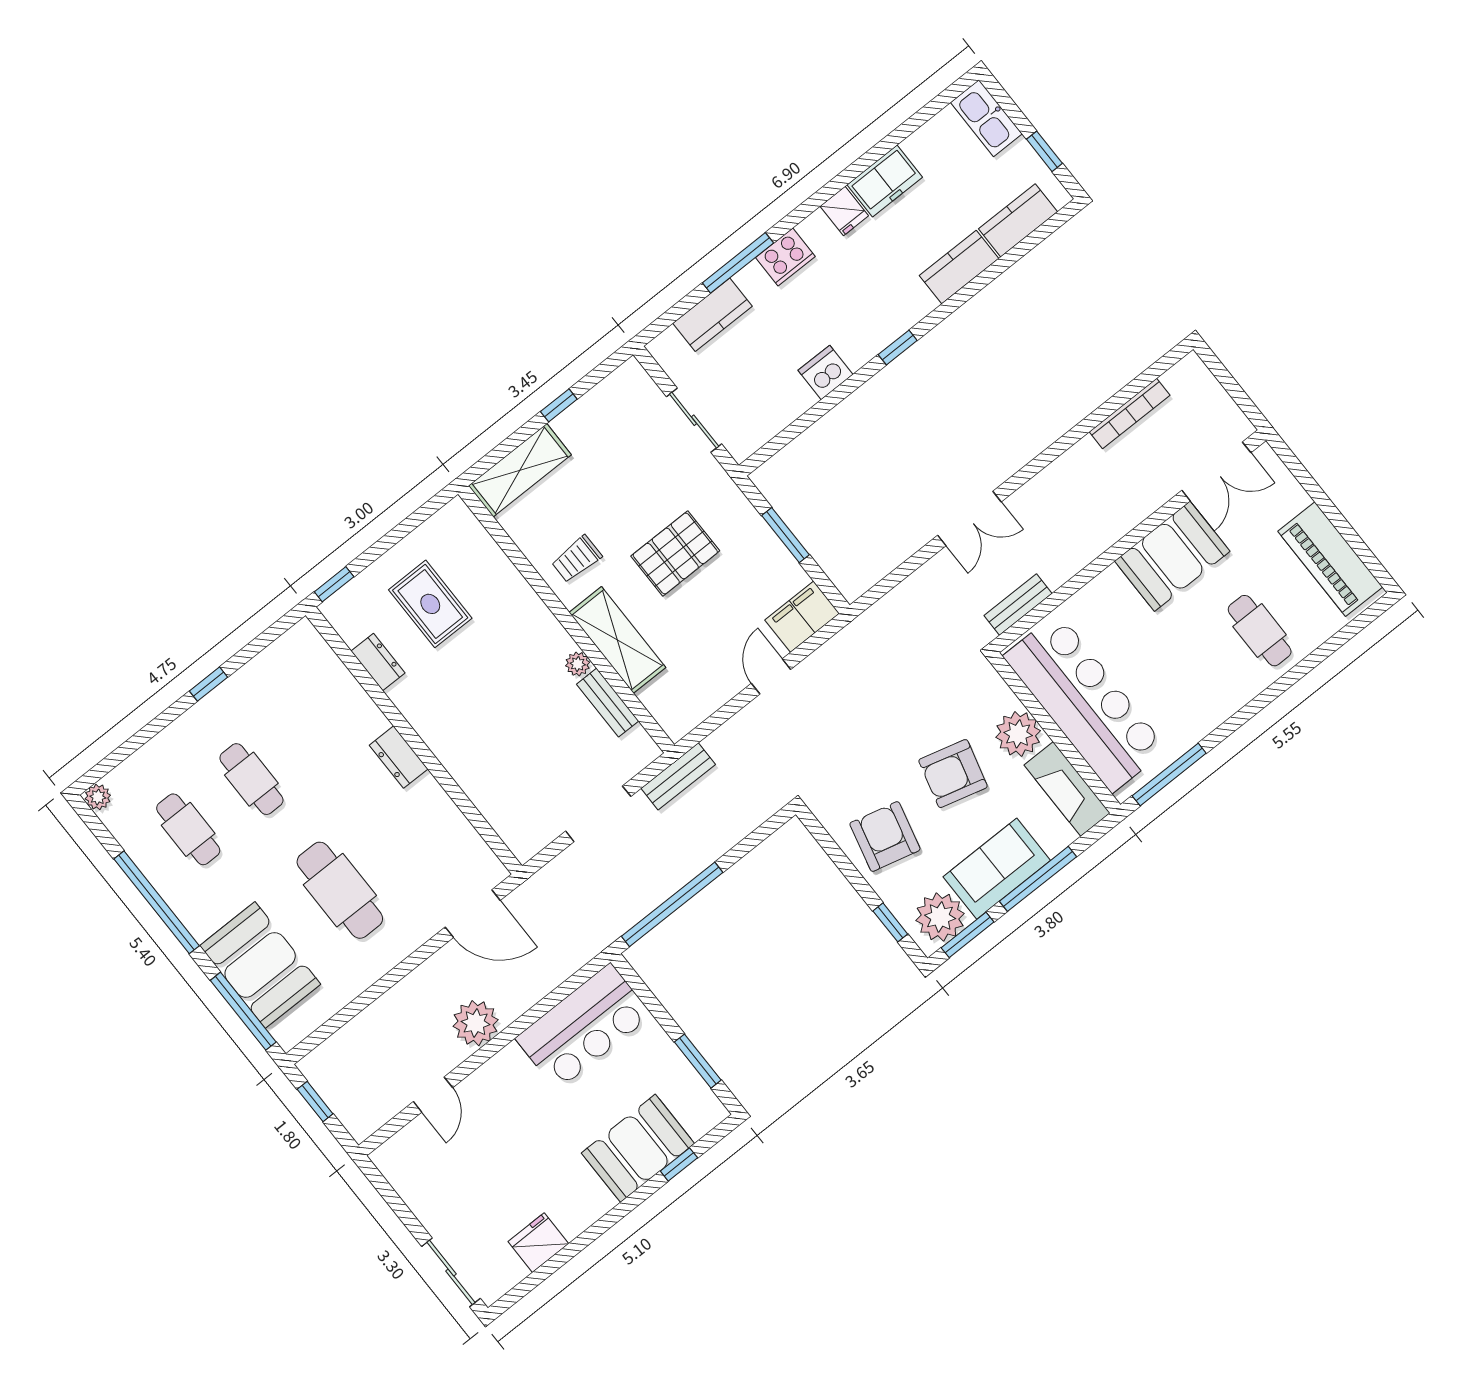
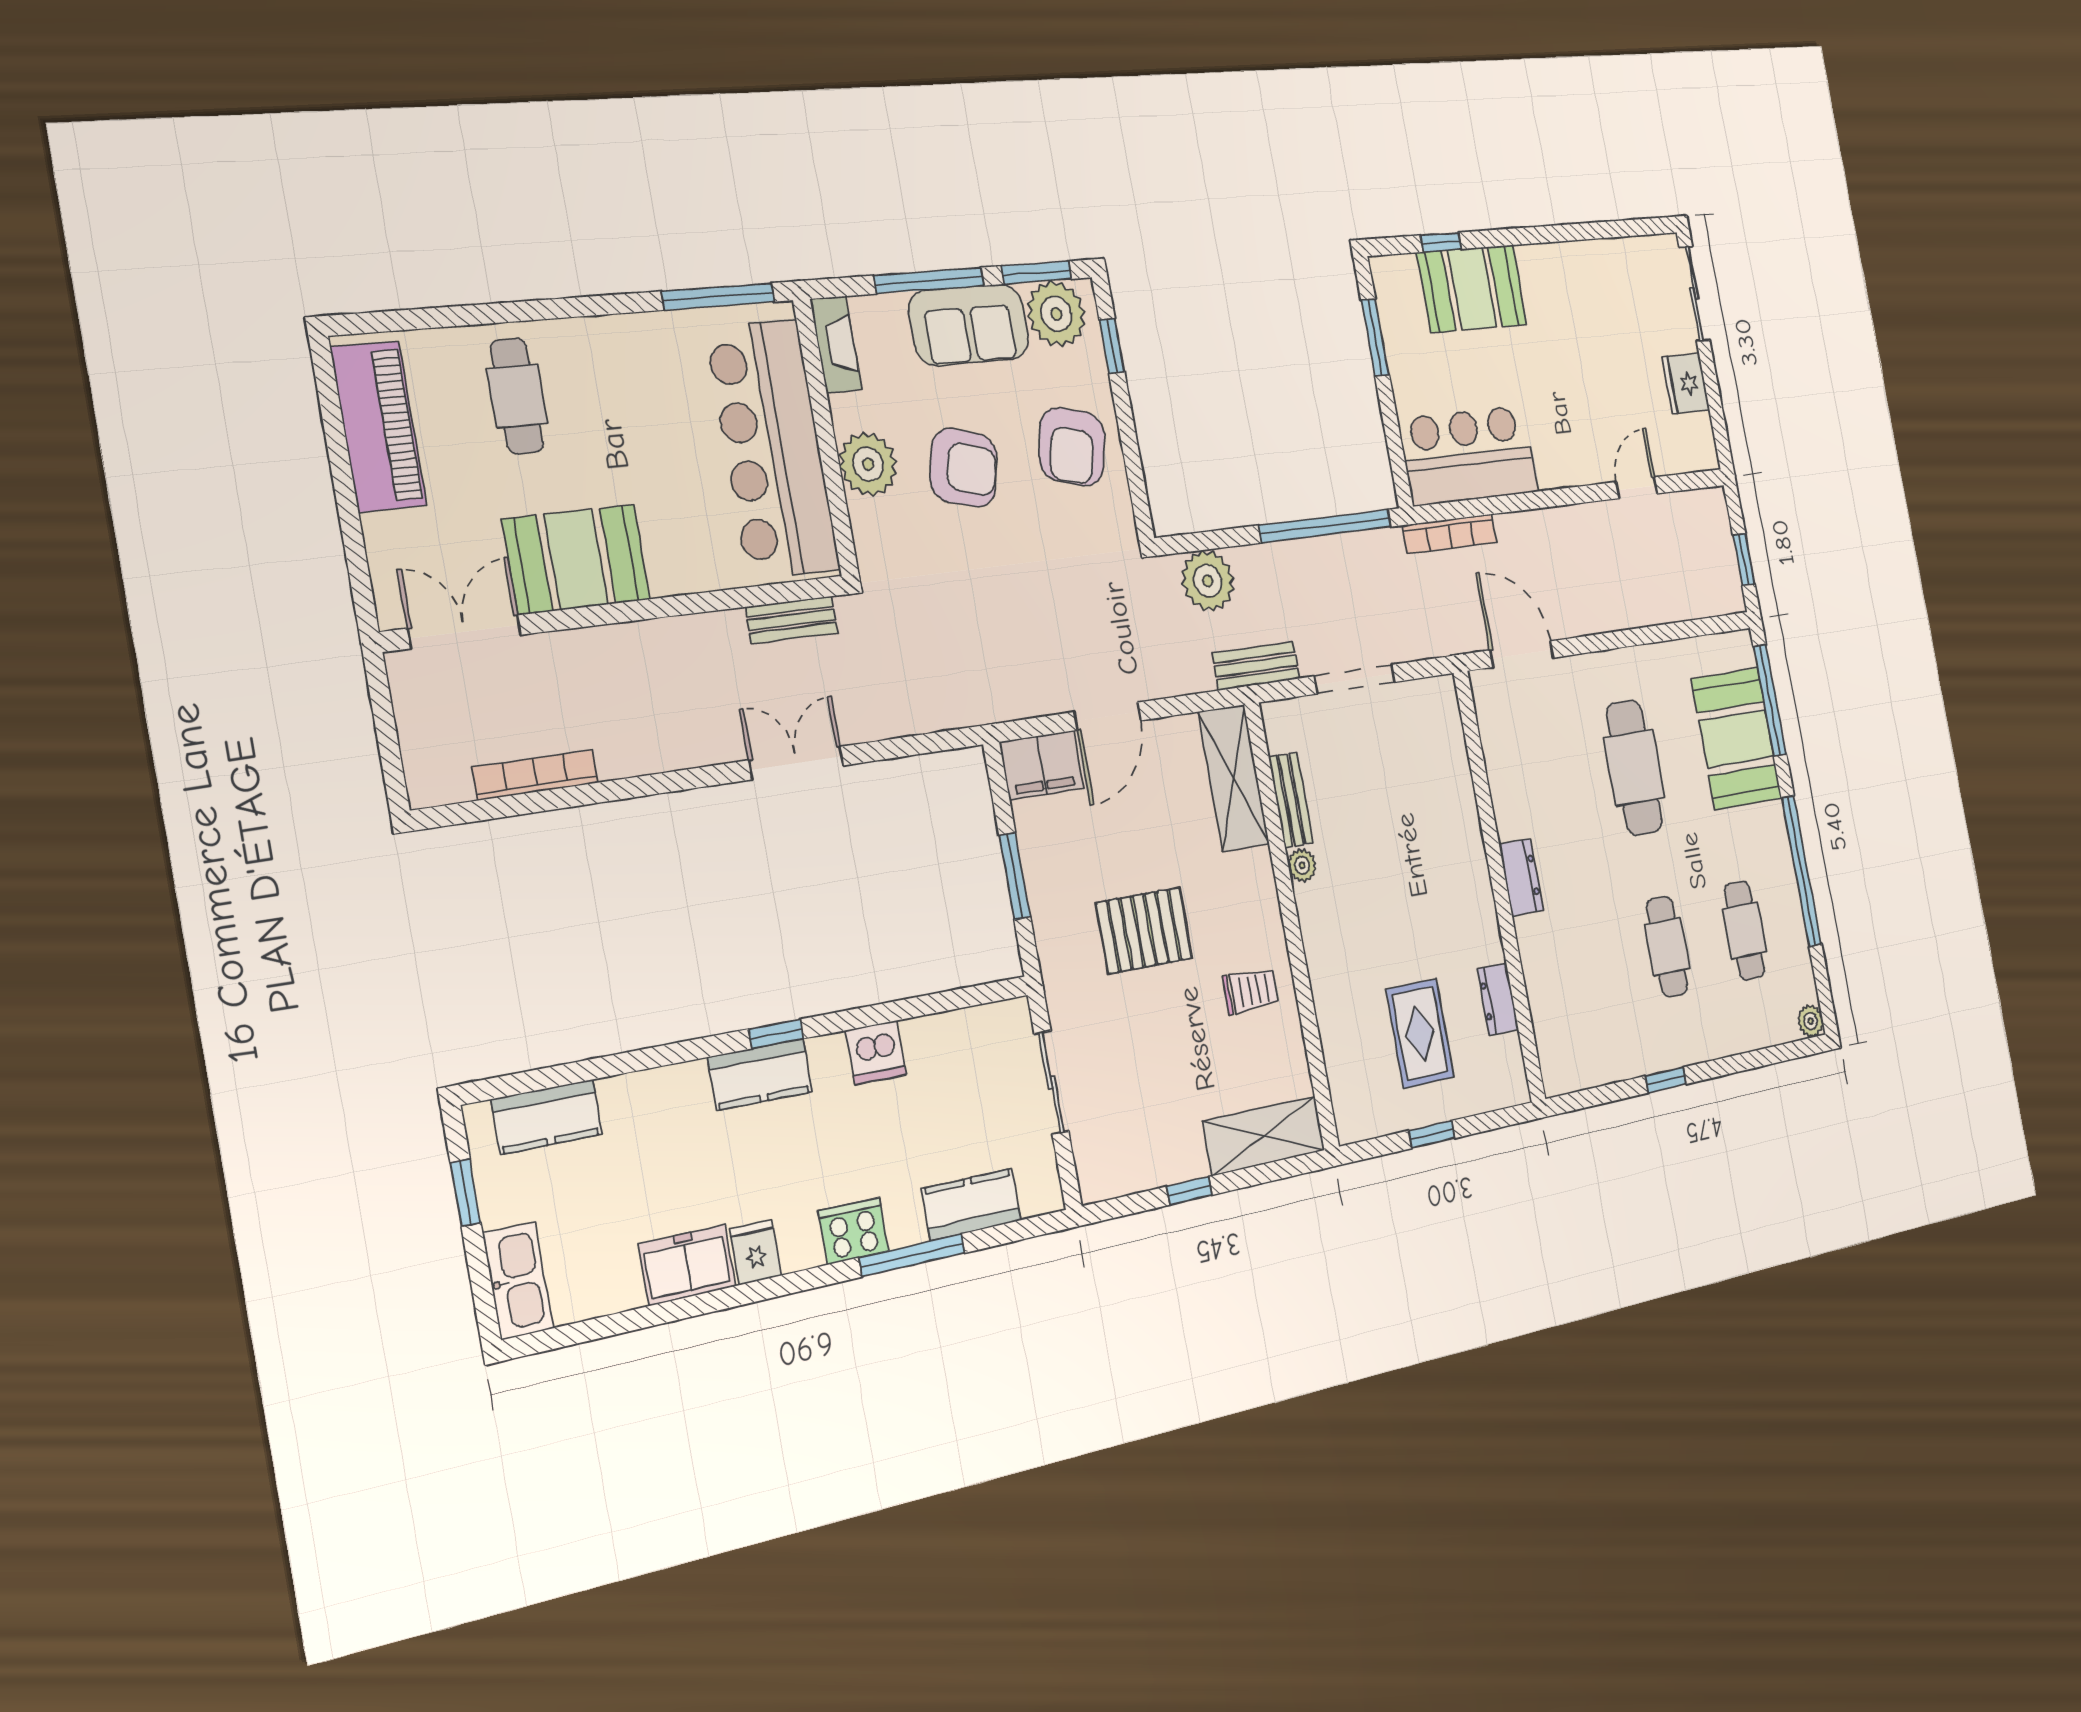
kitchen counter: (959, 267) -> (760, 1074), moved
window: (334, 584) -> (1432, 1134), moved
shelving: (617, 640) -> (1234, 778), moved
door: (771, 676) -> (1108, 716), width x1.37
fireplace: (1067, 789) -> (836, 344), width x0.73, depth x0.76
bookcase: (572, 961) -> (1450, 534), added
plant: (476, 1023) -> (1208, 581), moved
fridge: (538, 1243) -> (1686, 384), moved, turned 90

